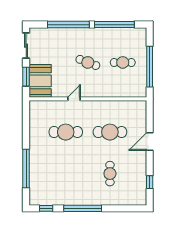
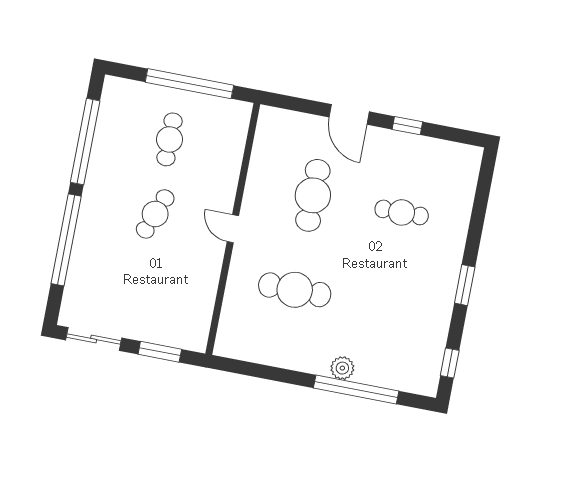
booth: (40, 81) -> (175, 323), removed
door: (74, 99) -> (233, 229), moved
cafe table: (66, 132) -> (295, 290), turned 90
plant: (35, 160) -> (342, 368), added
window: (150, 182) -> (407, 126), moved
window: (83, 208) -> (465, 285), width x0.47

